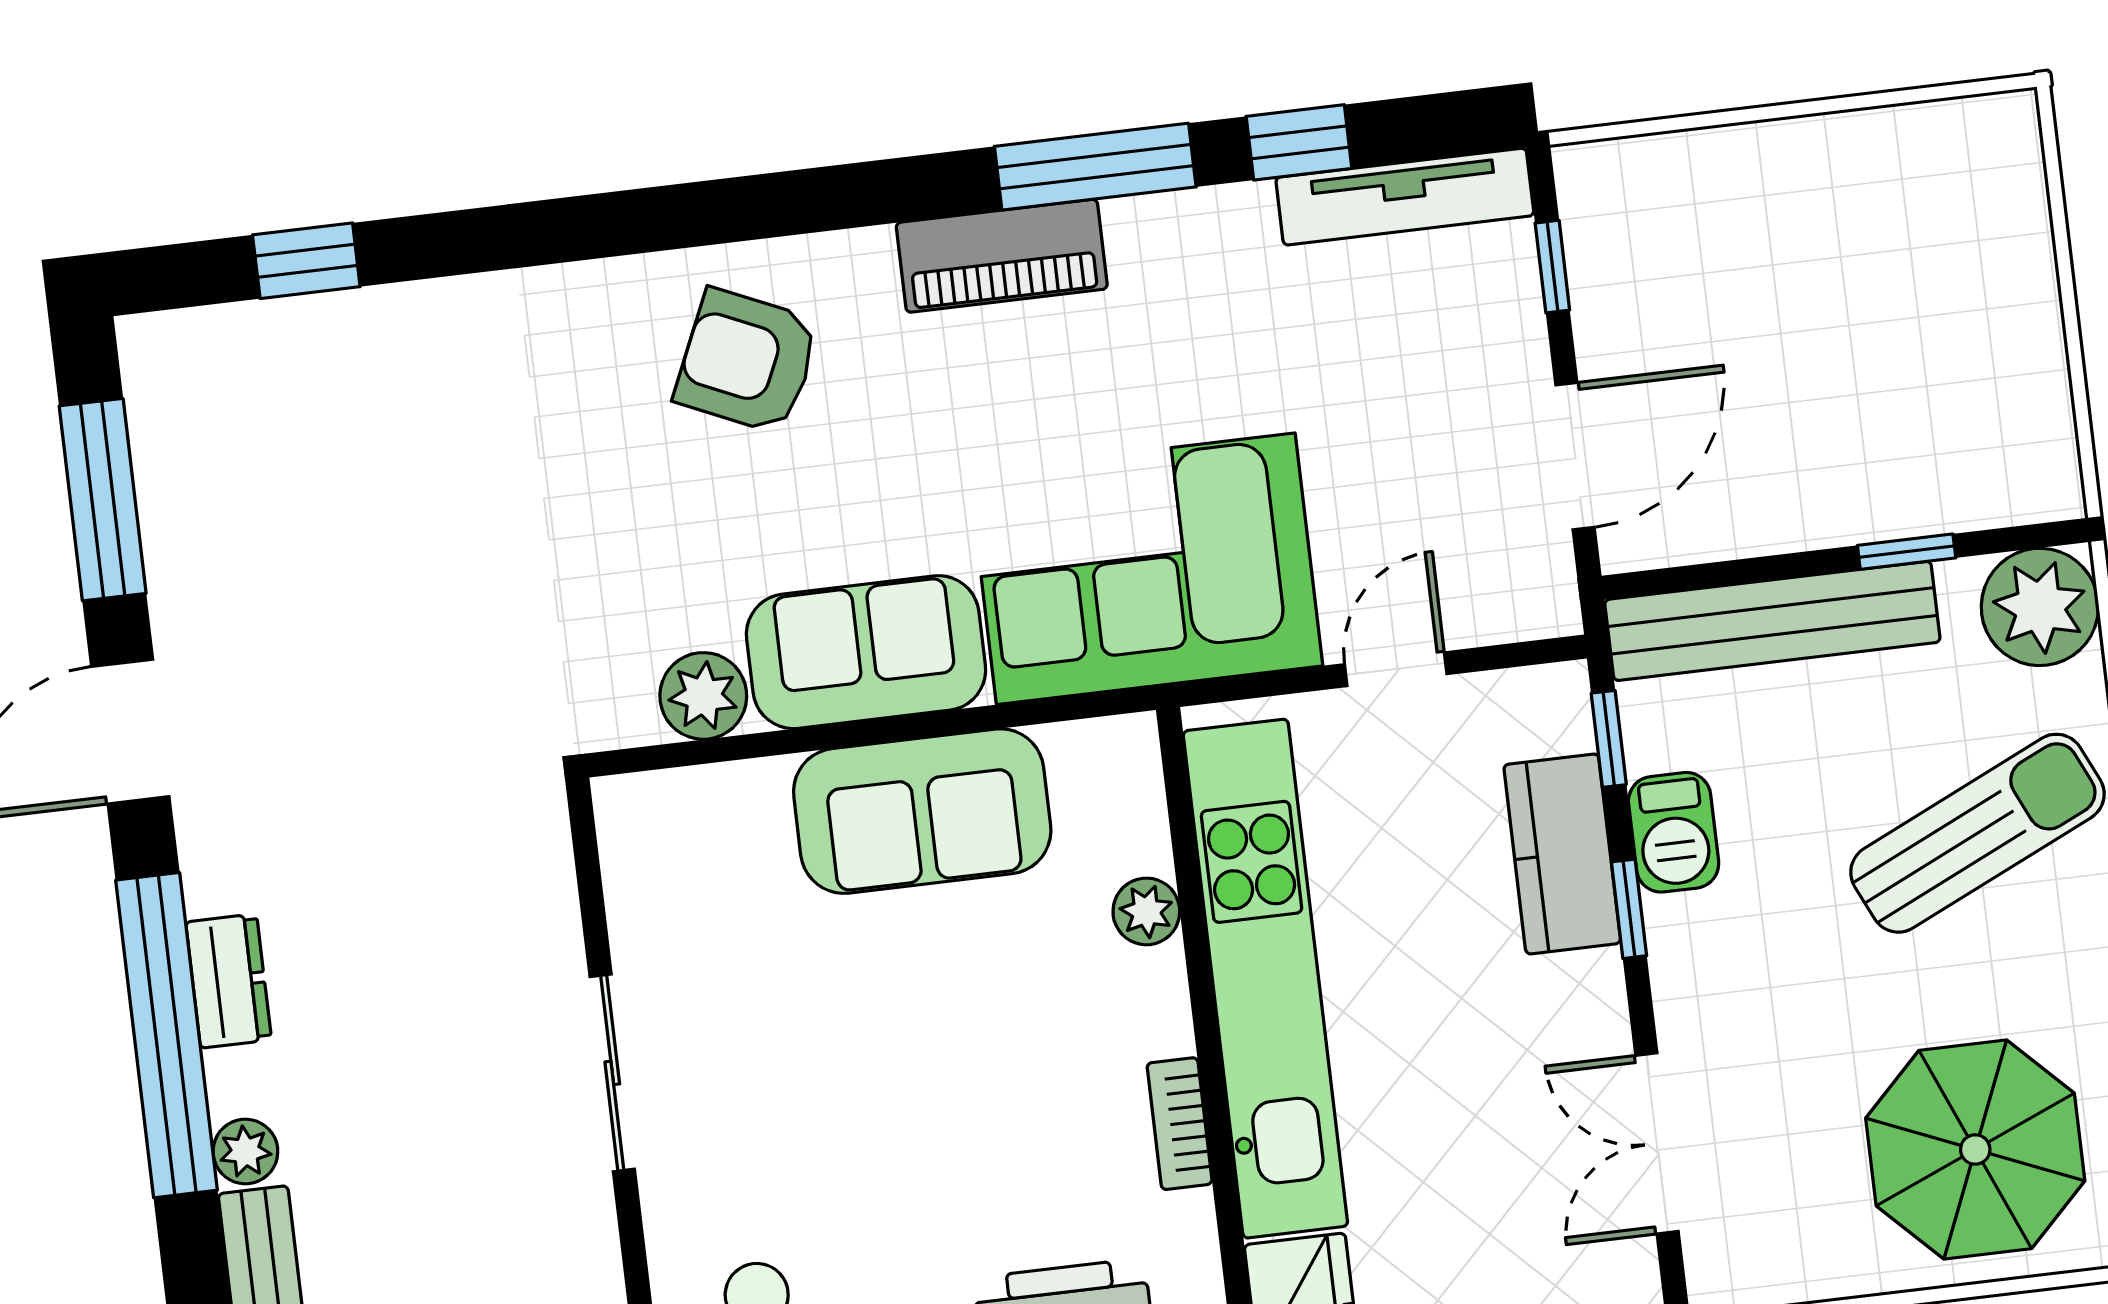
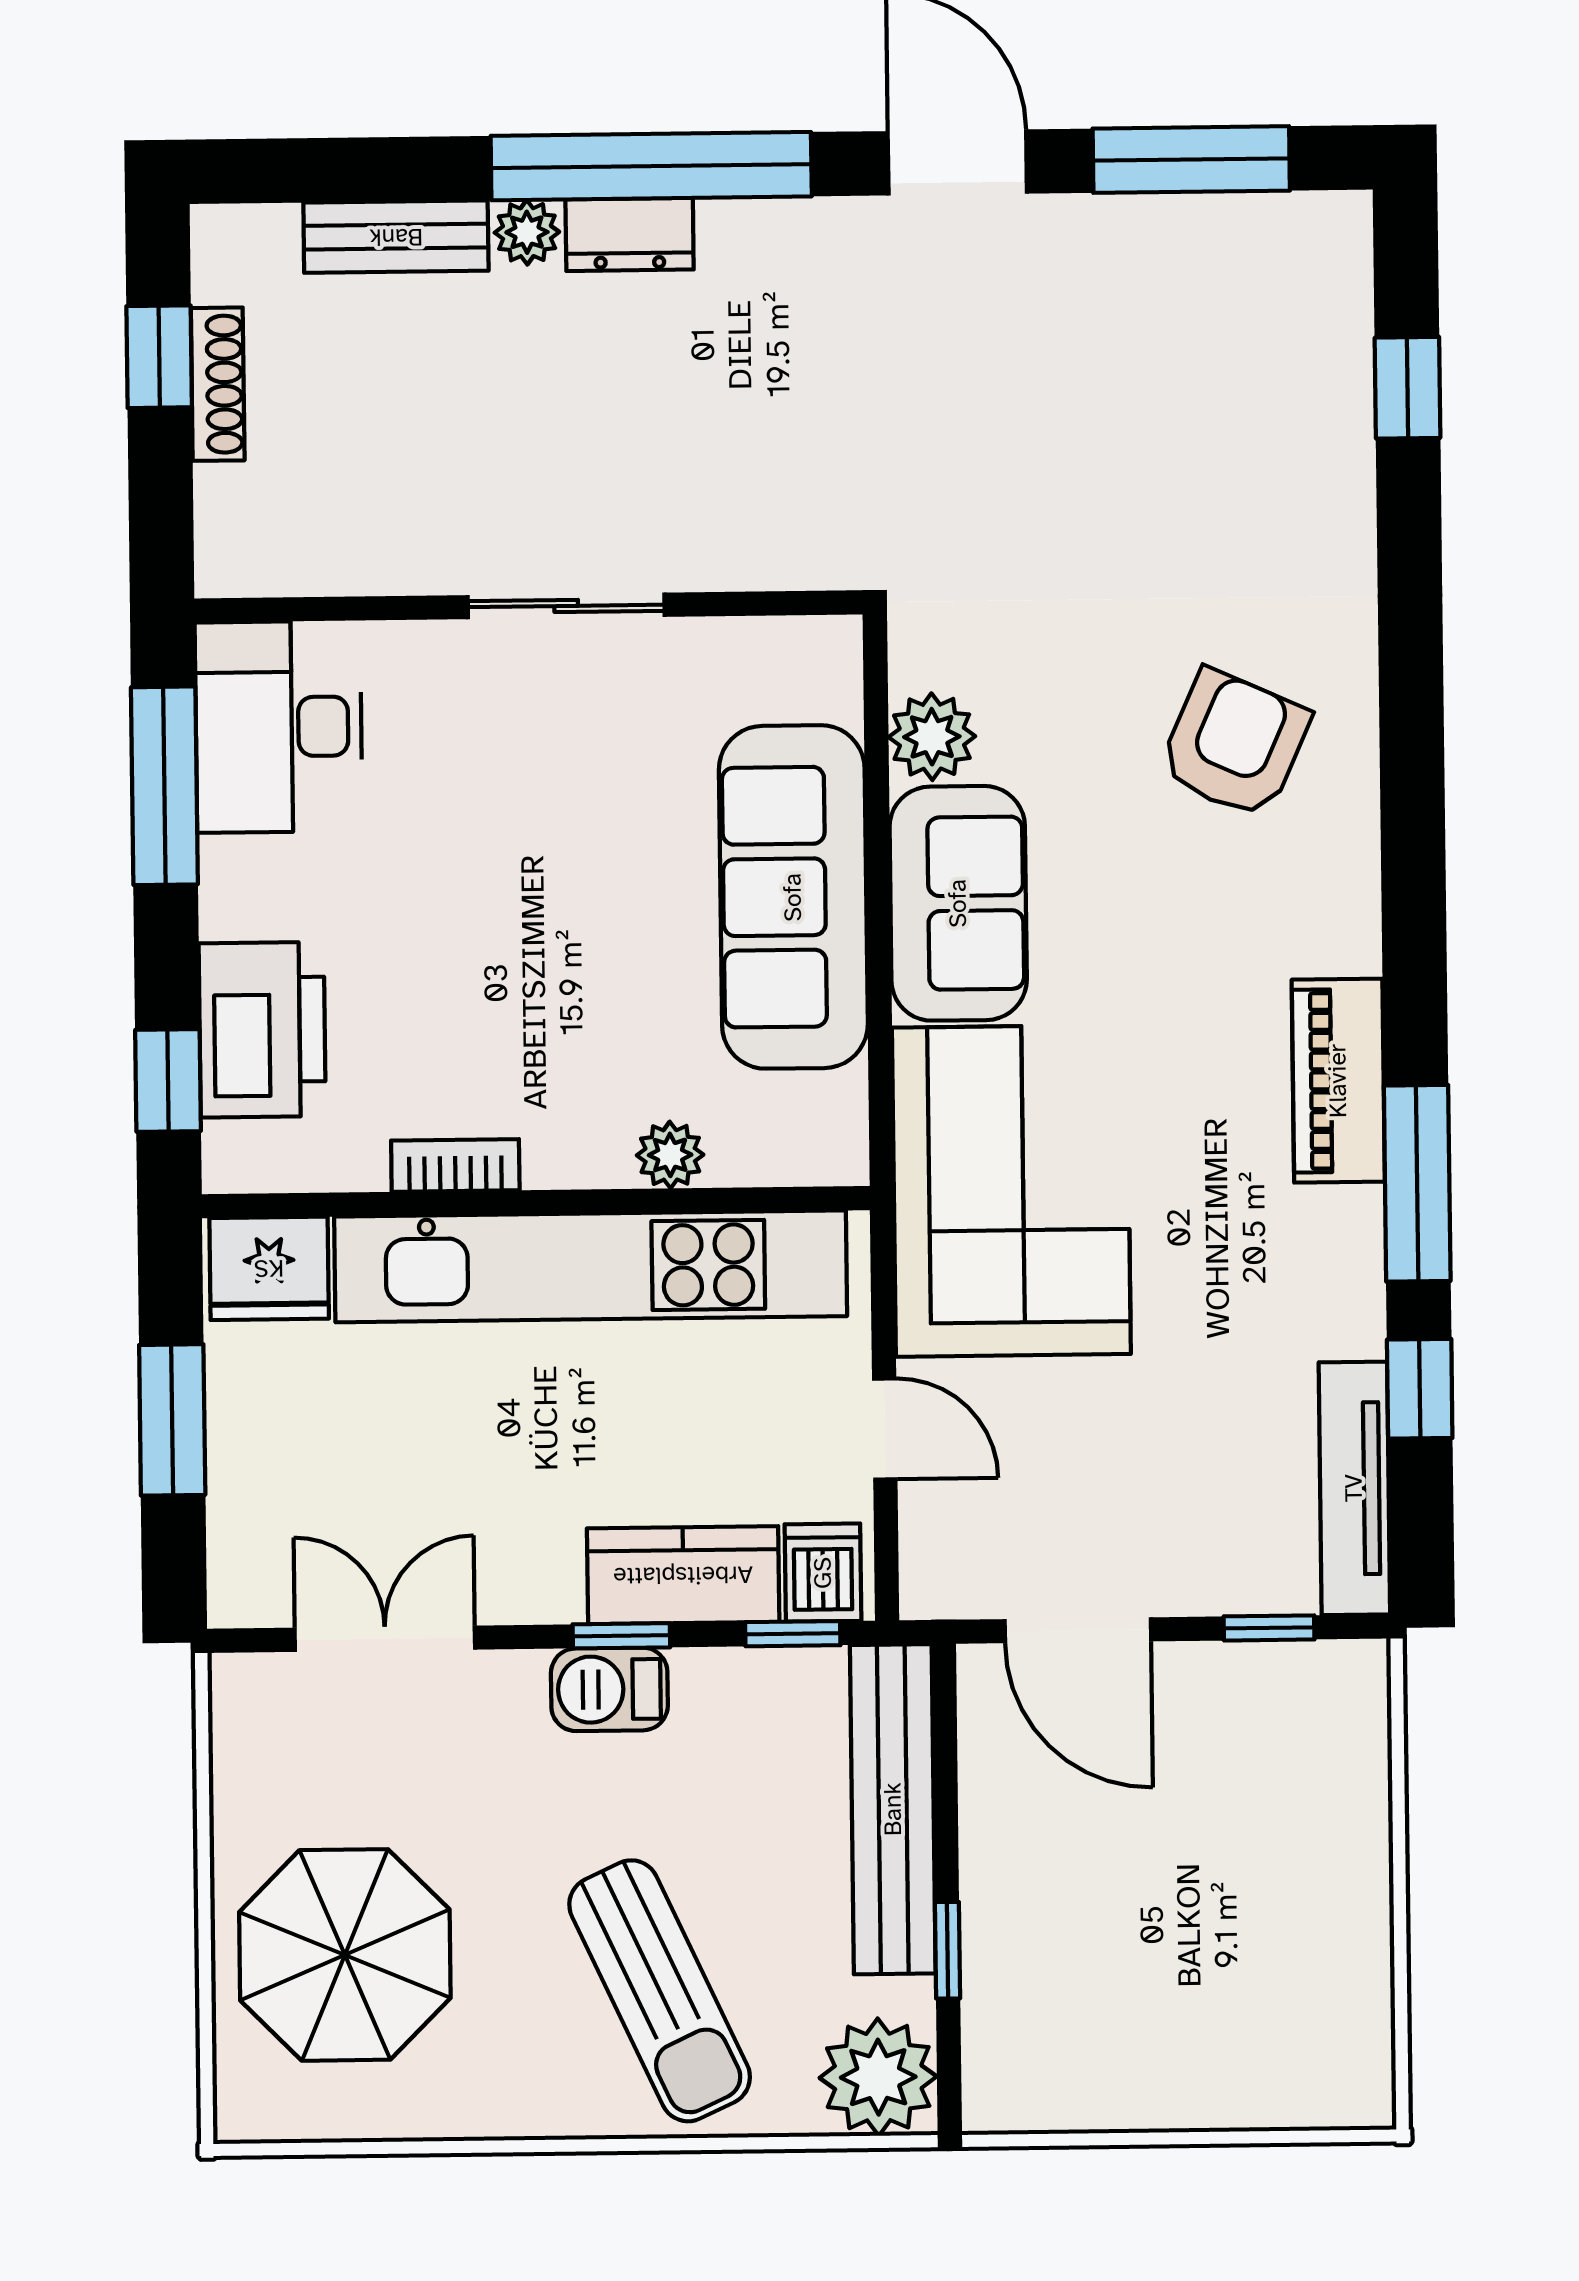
armchair: (747, 361) -> (1234, 744), moved
dishwasher: (1545, 715) -> (823, 1573), added
sofa: (922, 811) -> (793, 897), width x1.36
barbecue: (1674, 832) -> (609, 1689), moved
dresser: (229, 981) -> (630, 234), moved

